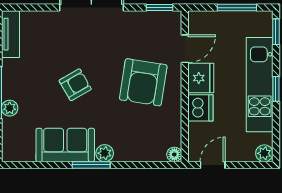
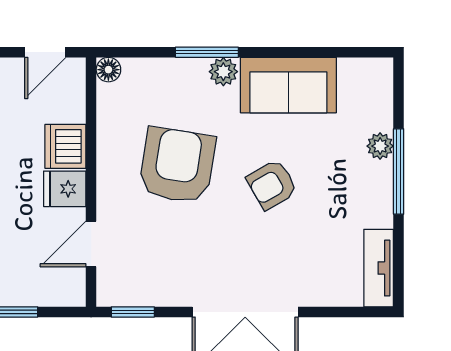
fridge: (201, 78) -> (65, 189), width x0.72
armchair: (143, 82) -> (177, 165), moved
window: (91, 165) -> (207, 52), moved

